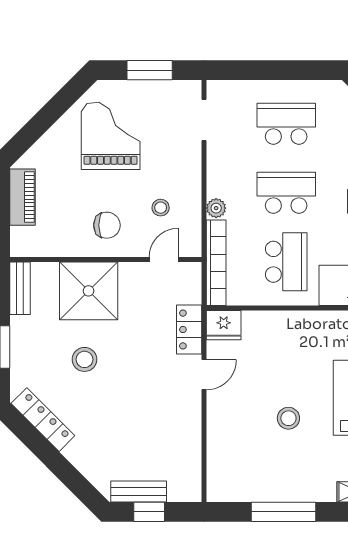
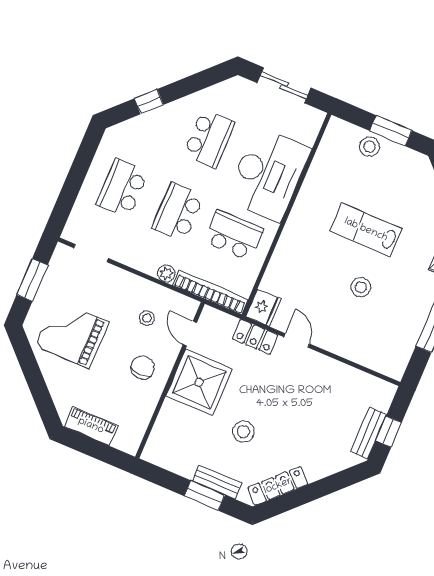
bench: (20, 288) -> (217, 482), moved
shower: (89, 291) -> (199, 382), moved

